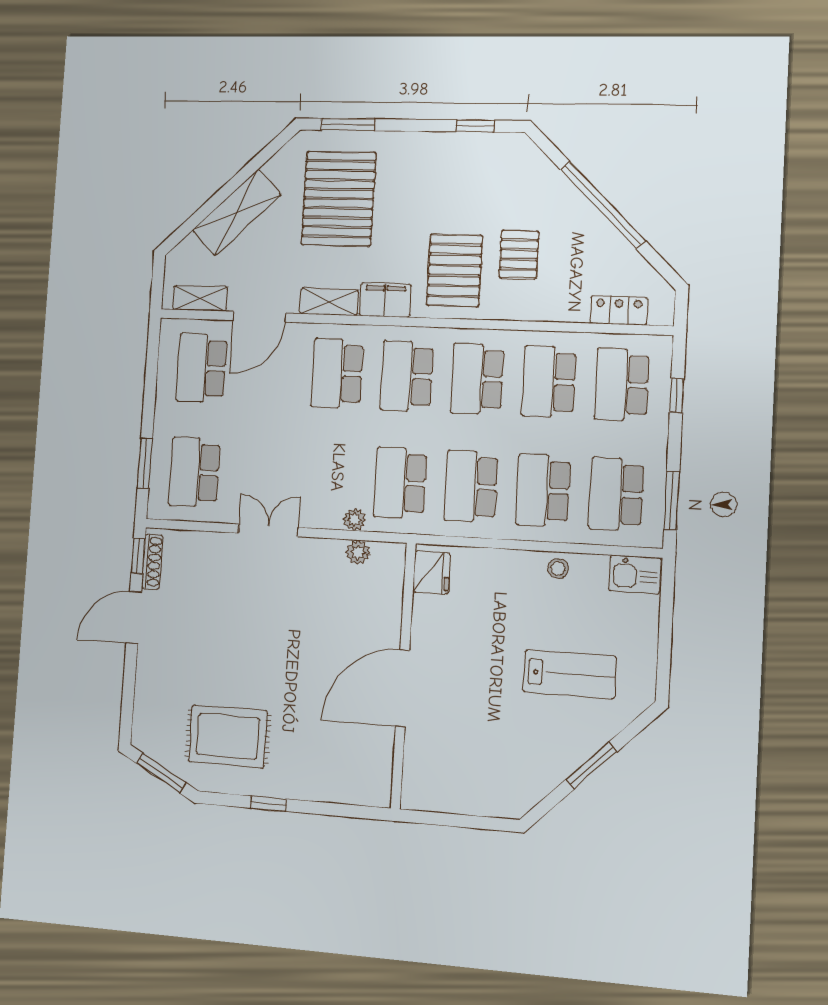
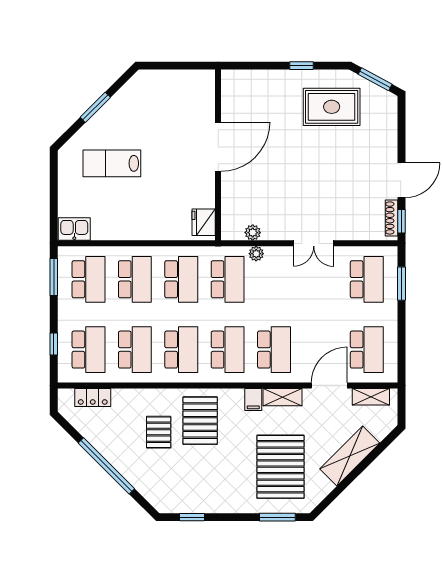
filing cabinet: (385, 300) -> (253, 400), width x0.50
stool: (558, 568) -> (123, 230), removed

